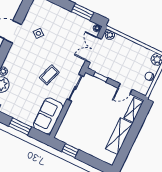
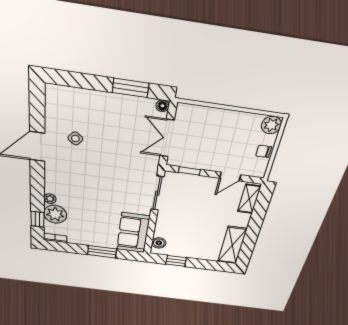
plant: (110, 35) -> (186, 110), removed
coffee table: (49, 75) -> (115, 187), removed
boiler: (63, 130) -> (159, 243), added
shelving: (119, 136) -> (232, 245), moved

